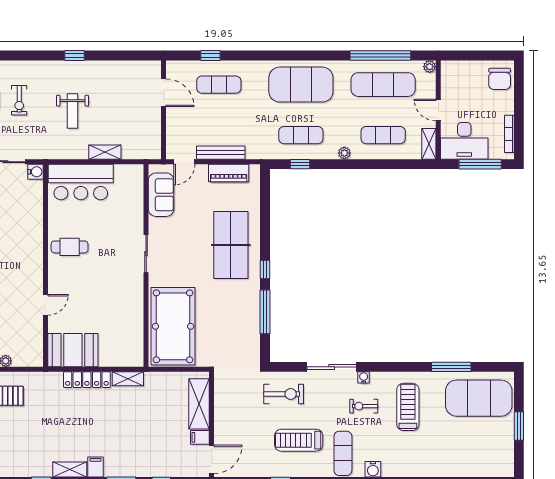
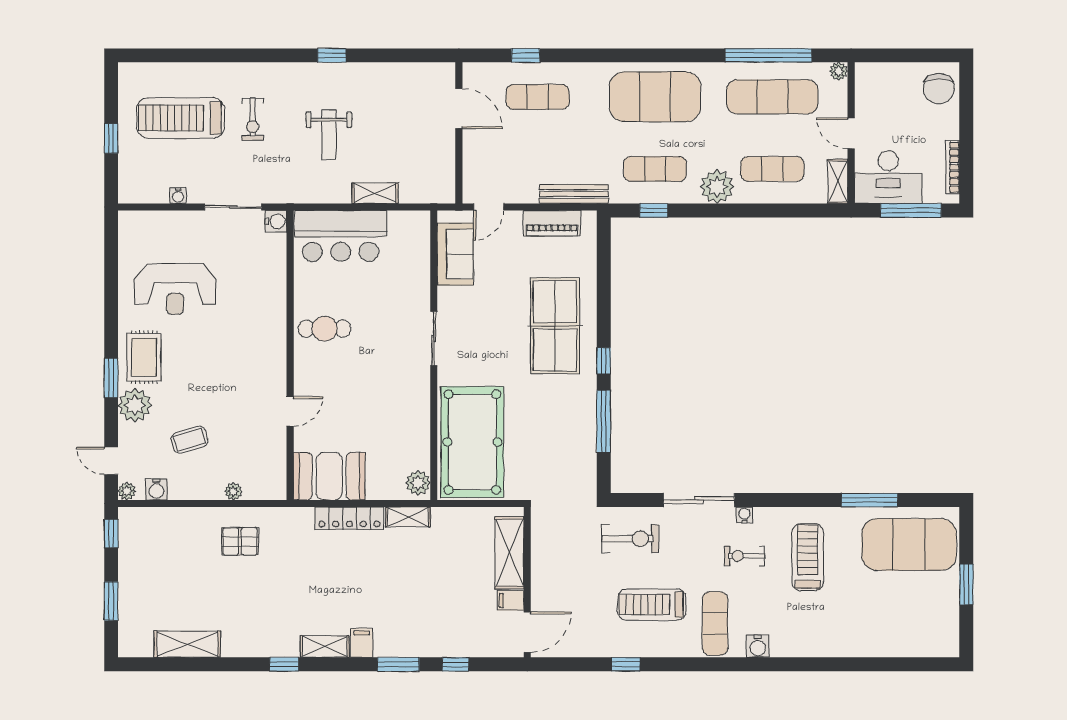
bench: (221, 153) -> (574, 194), moved
plant: (344, 153) -> (717, 187), width x1.87, depth x1.87
plant: (135, 355) -> (418, 483), added

